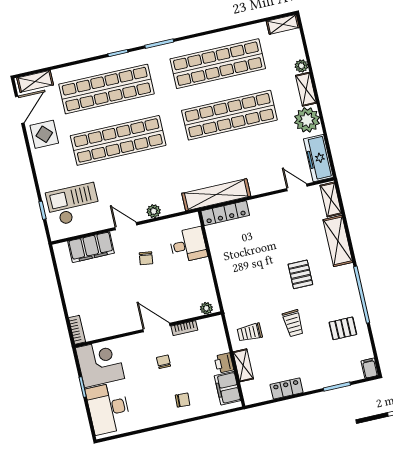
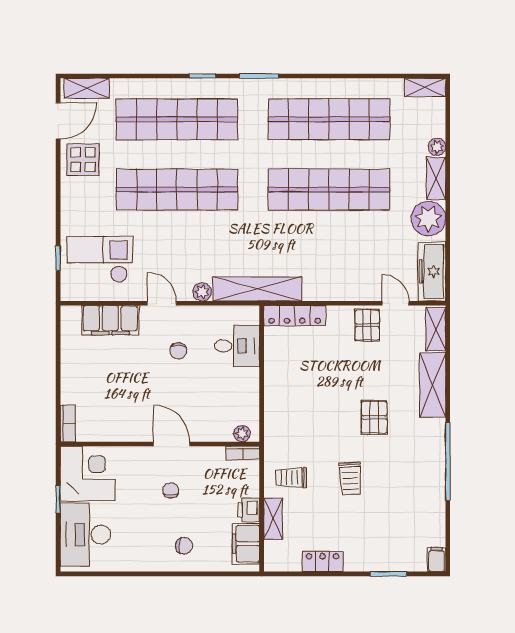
shelving: (216, 195) -> (258, 289), moved
bookcase: (184, 328) -> (243, 453), moved
pallet: (343, 328) -> (367, 325), moved, turned 90

